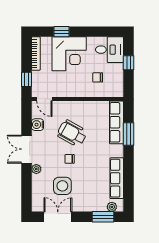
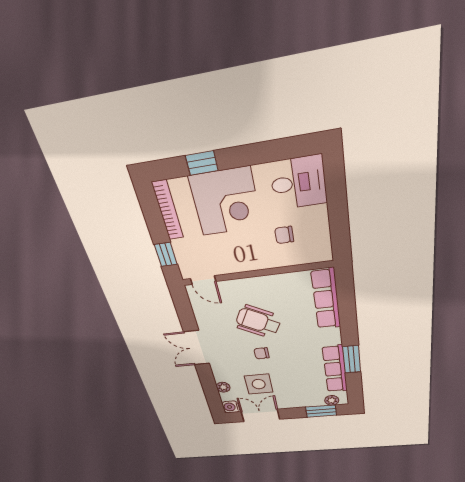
window: (128, 63) -> (337, 202), removed
water cooler: (38, 125) -> (231, 407), moved
window: (128, 134) -> (352, 359), moved
plant: (36, 169) -> (223, 387), moved

